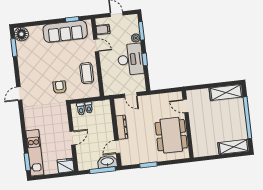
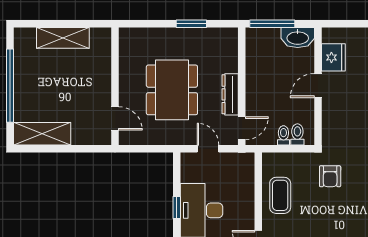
dining table: (171, 135) -> (172, 90), moved
door: (117, 147) -> (242, 128), moved
shelving: (234, 147) -> (63, 38), moved
washbasin: (107, 162) -> (298, 37), moved
fridge: (66, 166) -> (333, 57), moved, turned -90

